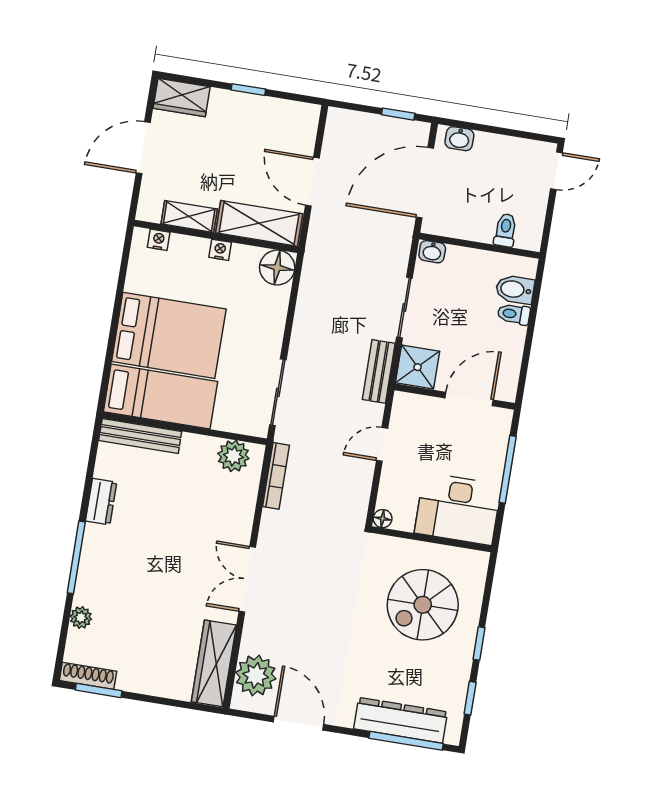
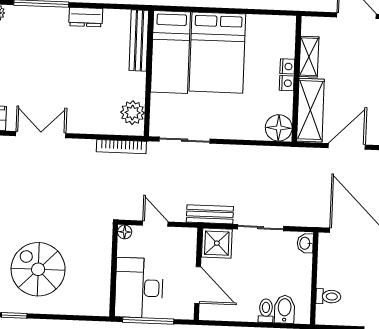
nightstand: (159, 240) -> (287, 66), moved
desk: (458, 509) -> (139, 288), moved
floor lamp: (383, 519) -> (125, 232), moved
wall: (431, 539) -> (114, 271), moved

